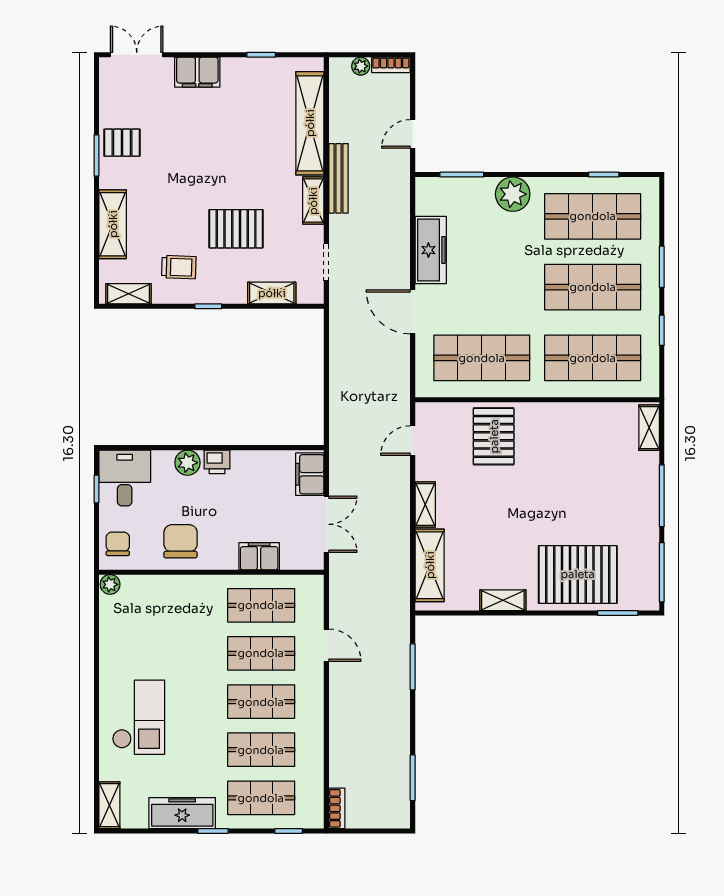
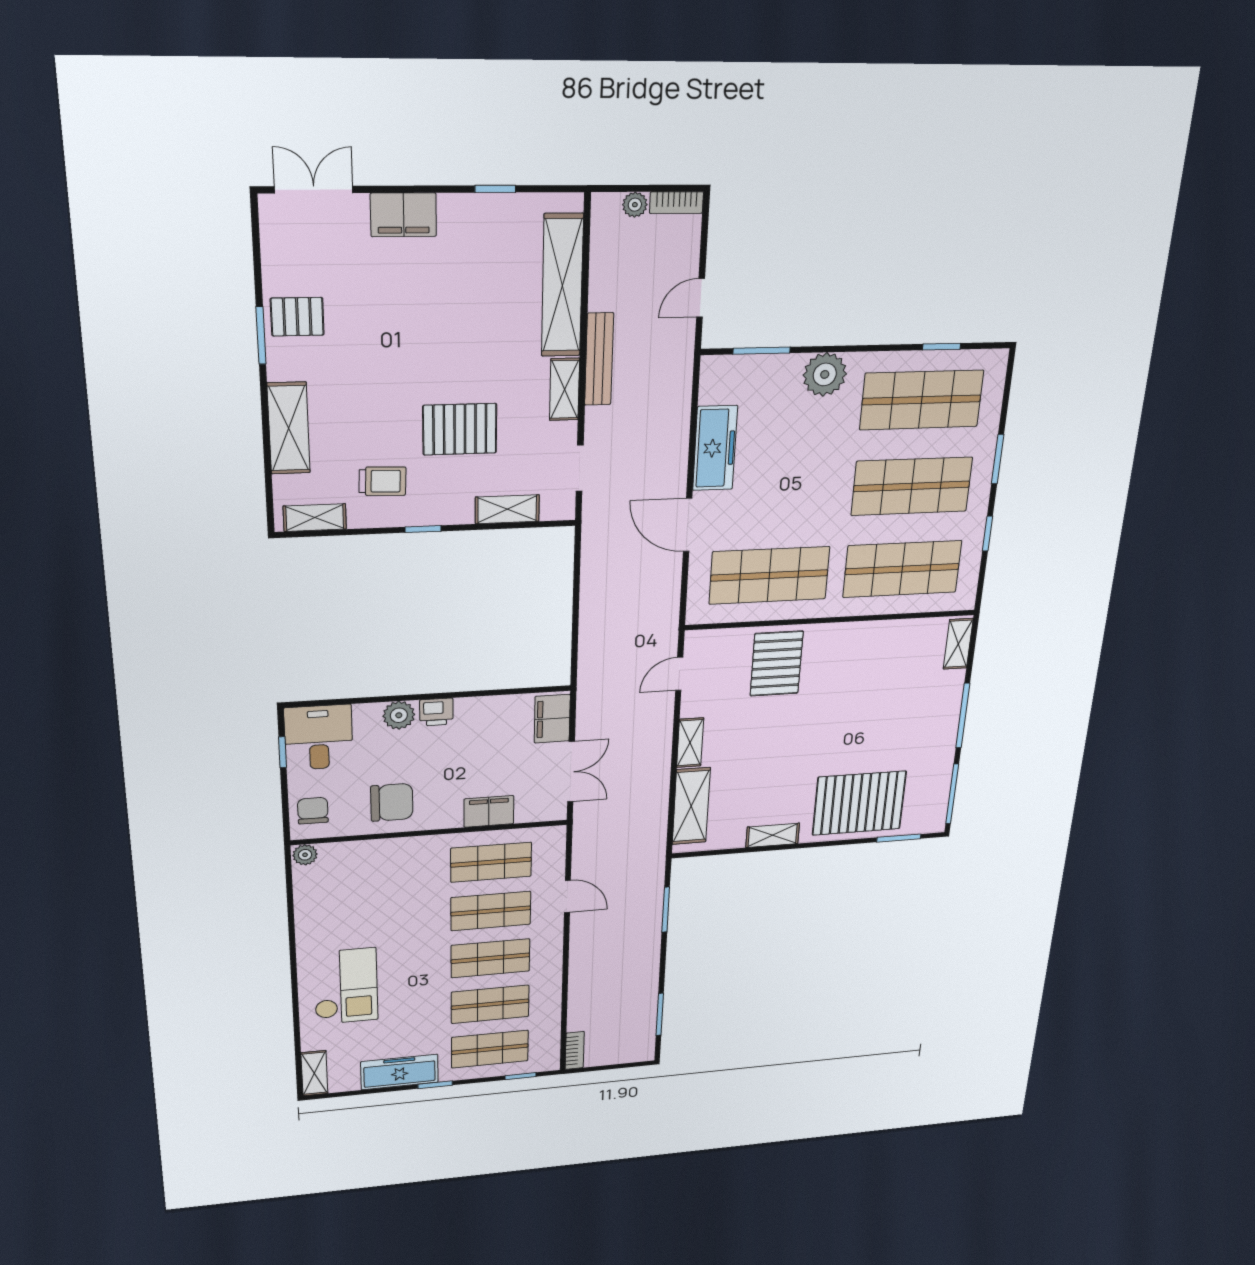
chair: (181, 541) -> (392, 802), turned 90

